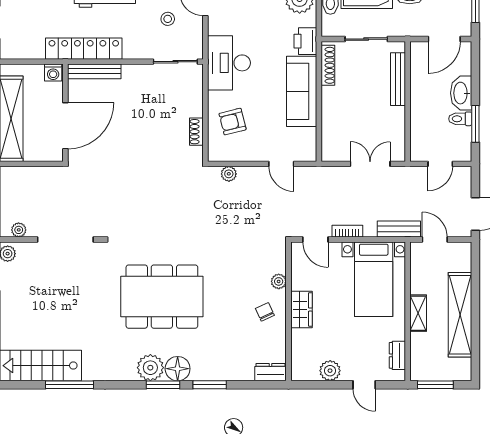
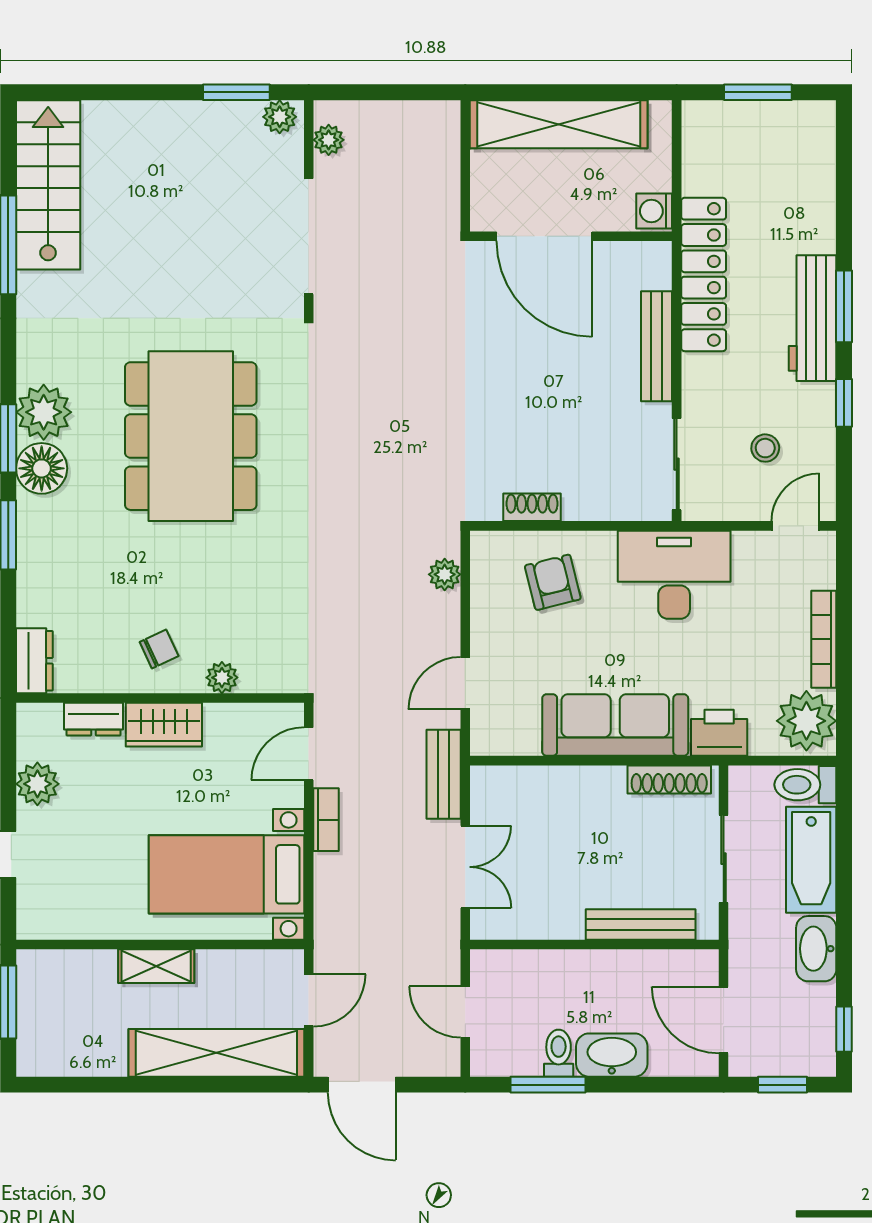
bench: (94, 71) -> (656, 346), moved
bench: (399, 229) -> (444, 774), moved
shelving: (460, 315) -> (216, 1053), moved
dresser: (397, 355) -> (94, 719), moved, turned 180

